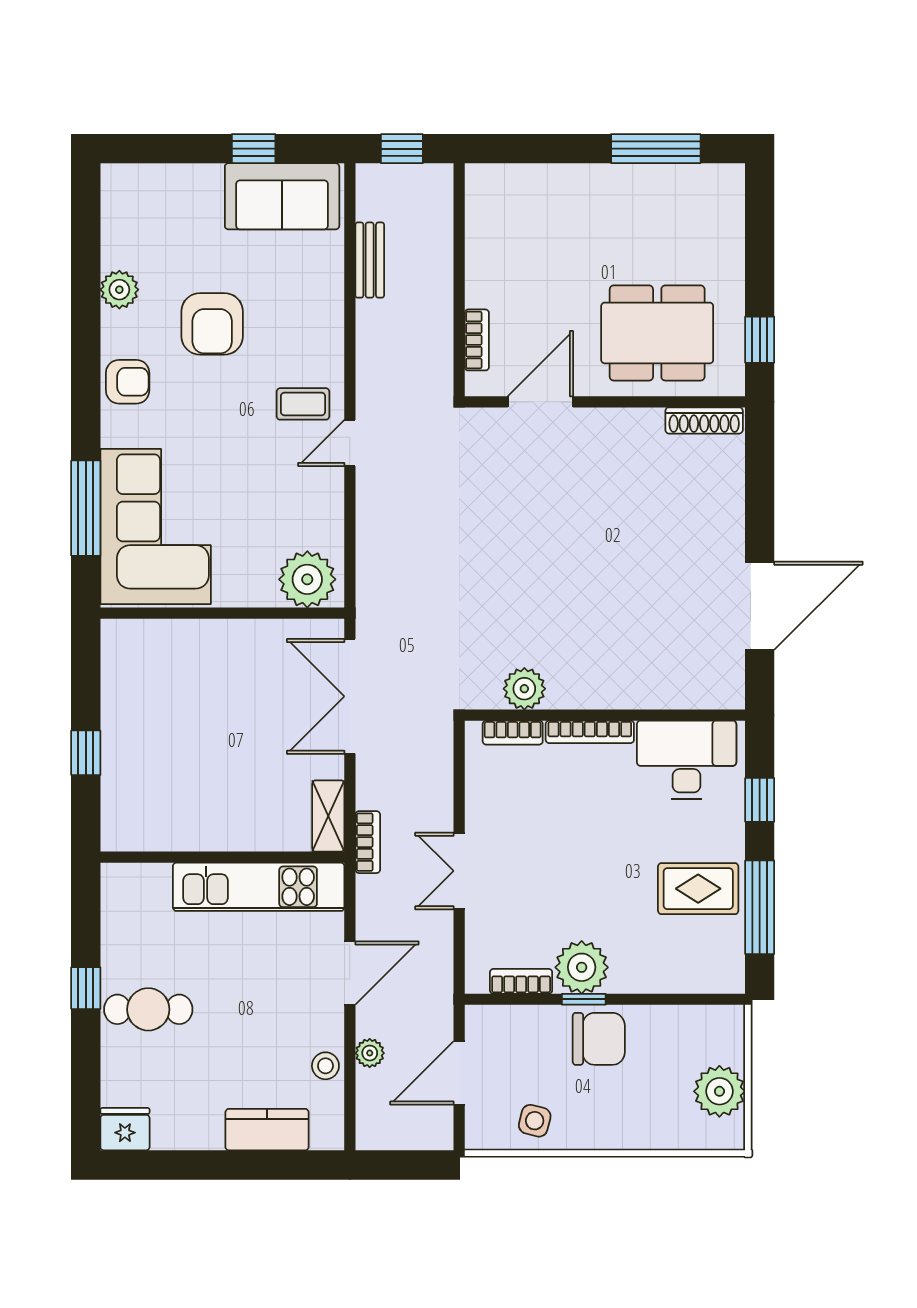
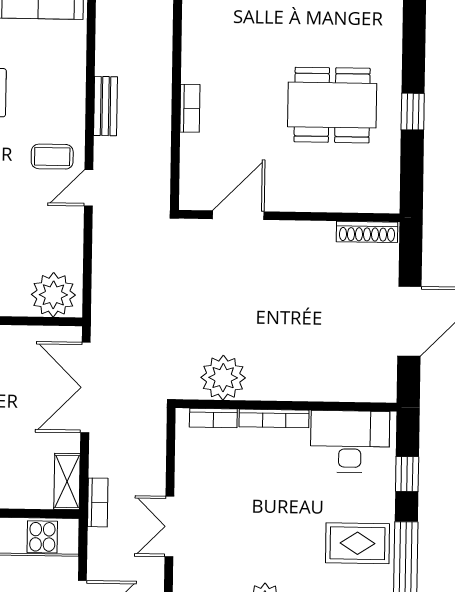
bench: (370, 260) -> (106, 106), moved
door: (540, 402) -> (238, 215), moved
wall: (605, 402) -> (289, 216), moved
shoe rack: (704, 420) -> (367, 232), moved
plant: (524, 689) -> (223, 378), width x1.36, depth x1.36

